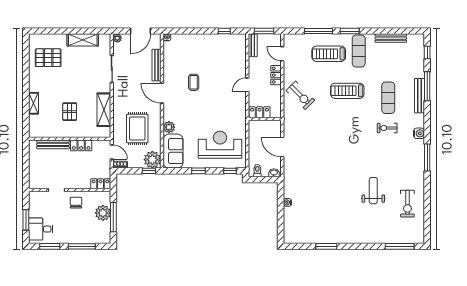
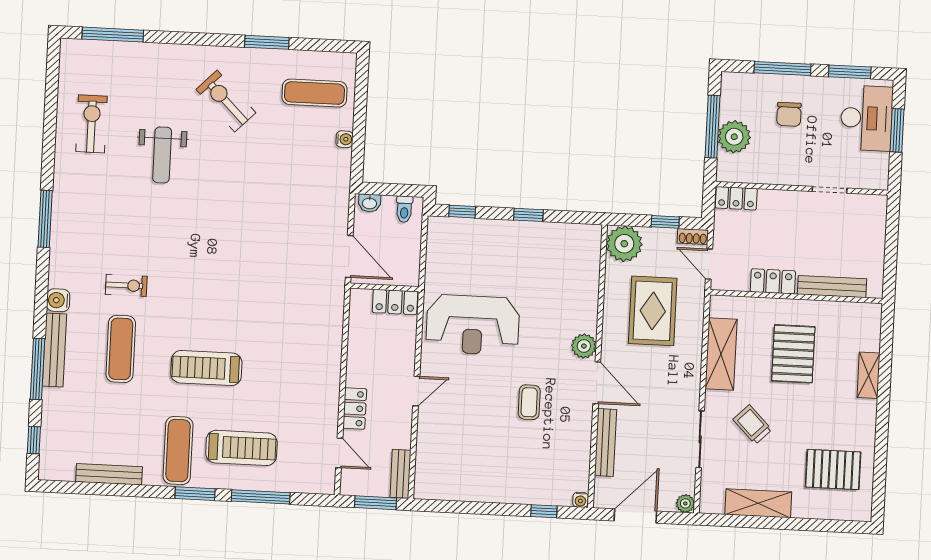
window: (224, 31) -> (544, 511), moved
trolley: (87, 77) -> (752, 424), added
treadmill: (347, 91) -> (206, 368), turned 180
exercise bike: (300, 95) -> (226, 101), moved
pallet: (70, 112) -> (793, 354), width x1.50, depth x1.42
locker: (260, 112) -> (395, 302), moved
wall: (265, 119) -> (385, 287), moved
plant: (169, 127) -> (584, 346), moved
water cooler: (419, 133) -> (58, 300), moved
reception desk: (220, 145) -> (473, 325), moved
sofa: (173, 151) -> (580, 260), removed
window: (149, 171) -> (665, 222), moved
chair: (76, 203) -> (789, 114), moved
exercise mat: (303, 224) -> (314, 93), added
desk: (41, 229) -> (867, 118), width x1.37

